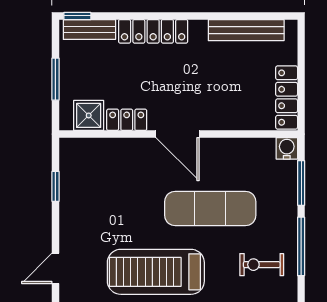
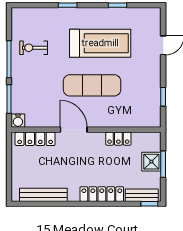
locker: (287, 98) -> (35, 139), moved, turned 90
shower: (89, 115) -> (151, 162), moved
door: (178, 134) -> (74, 130), moved
exercise mat: (210, 209) -> (92, 85), moved
exercise bike: (262, 265) -> (34, 48), turned 180

